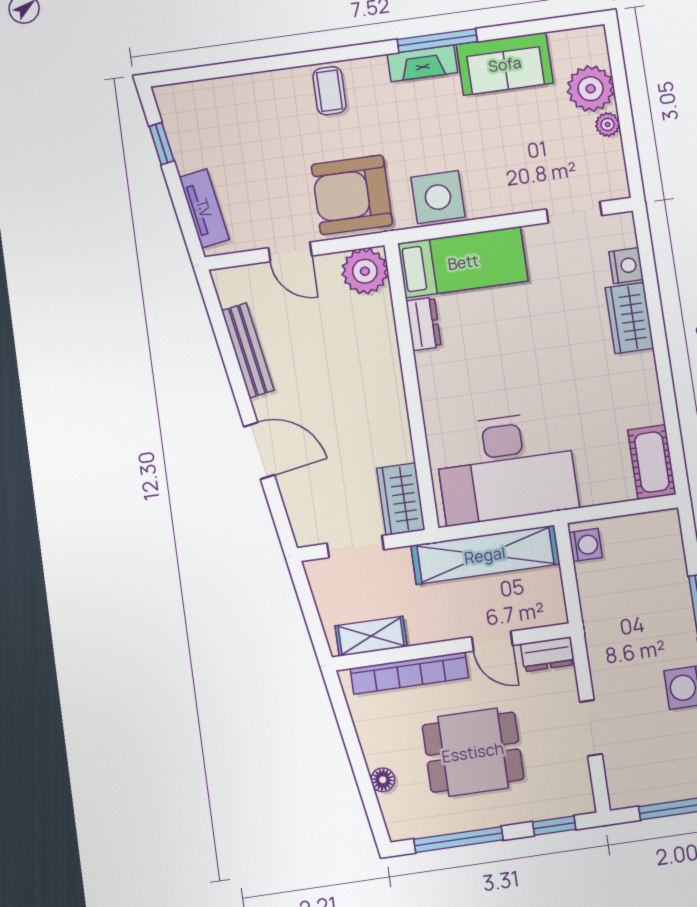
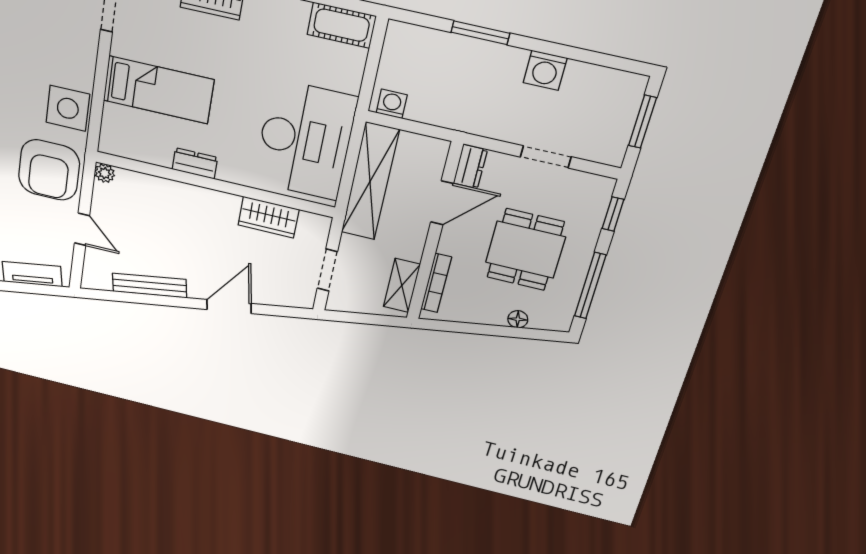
door: (290, 252) -> (82, 229), hinge flipped
bed: (463, 262) -> (158, 90), moved, turned 90
plant: (365, 271) -> (105, 173), width x0.53, depth x0.53
dresser: (424, 324) -> (195, 163), moved
wardrobe: (401, 499) -> (268, 217), moved
door: (492, 641) -> (442, 203), width x1.38
bookcase: (409, 673) -> (436, 283), width x0.68, depth x0.76

